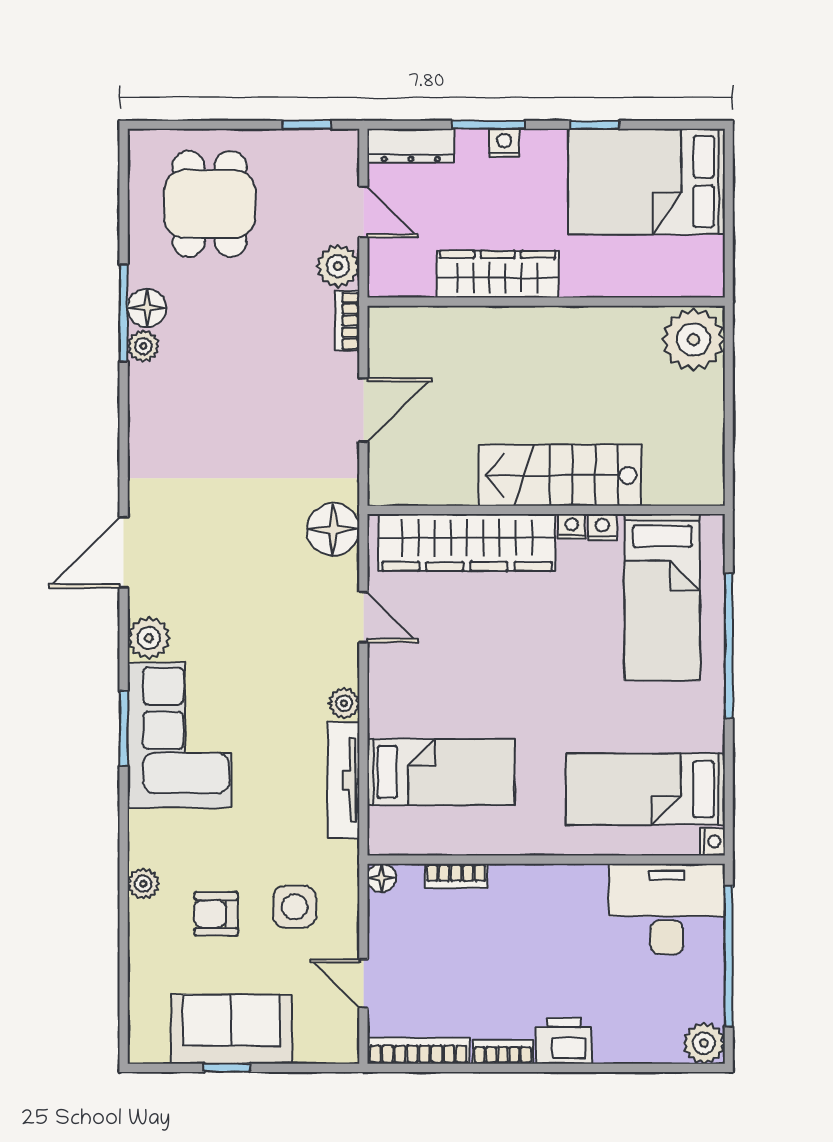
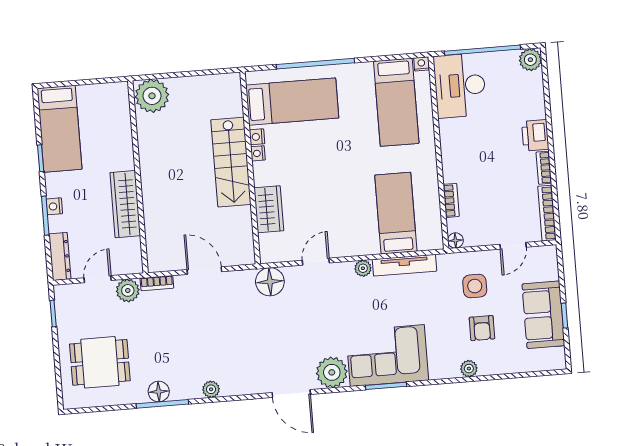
bed: (647, 182) -> (59, 129), width x0.67
plant: (143, 346) -> (211, 389), moved
wardrobe: (467, 542) -> (269, 209), width x0.48, depth x0.85
plant: (149, 638) -> (332, 372), width x1.36, depth x1.36

